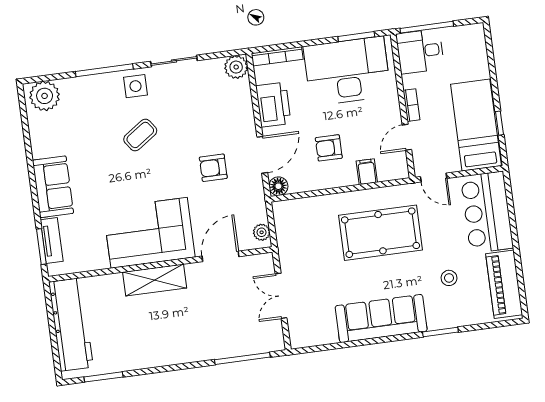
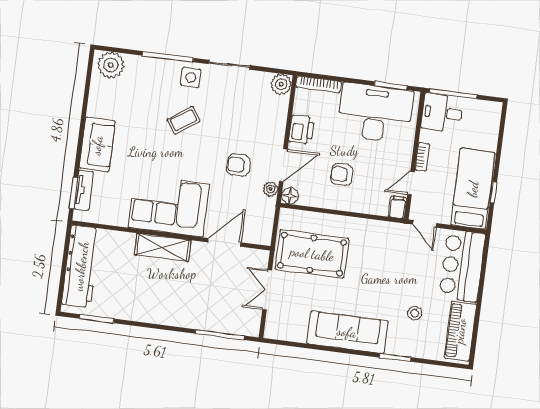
printer: (273, 105) -> (301, 130), width x0.73, depth x0.84
filing cabinet: (367, 172) -> (398, 207), moved
plant: (262, 232) -> (270, 189), moved
pool table: (381, 233) -> (312, 254), moved

